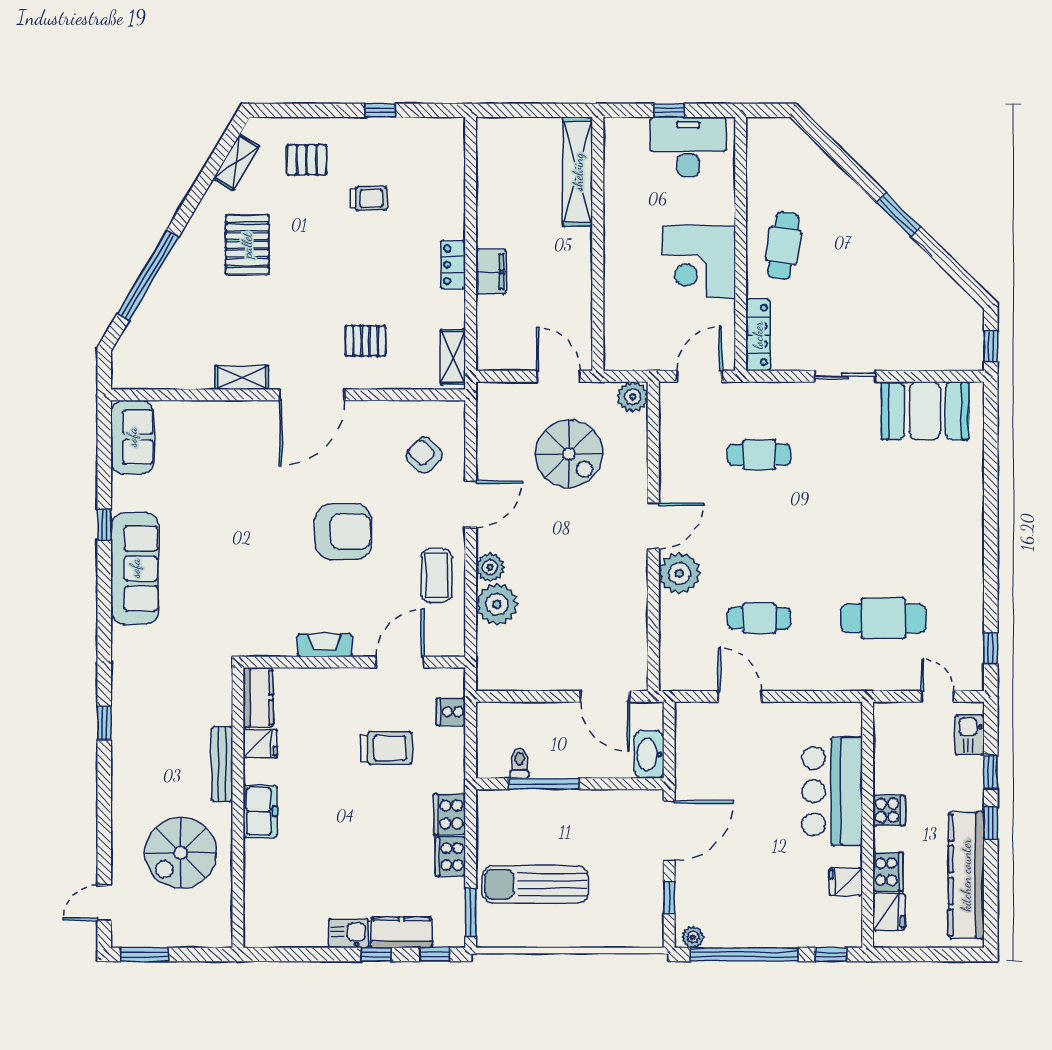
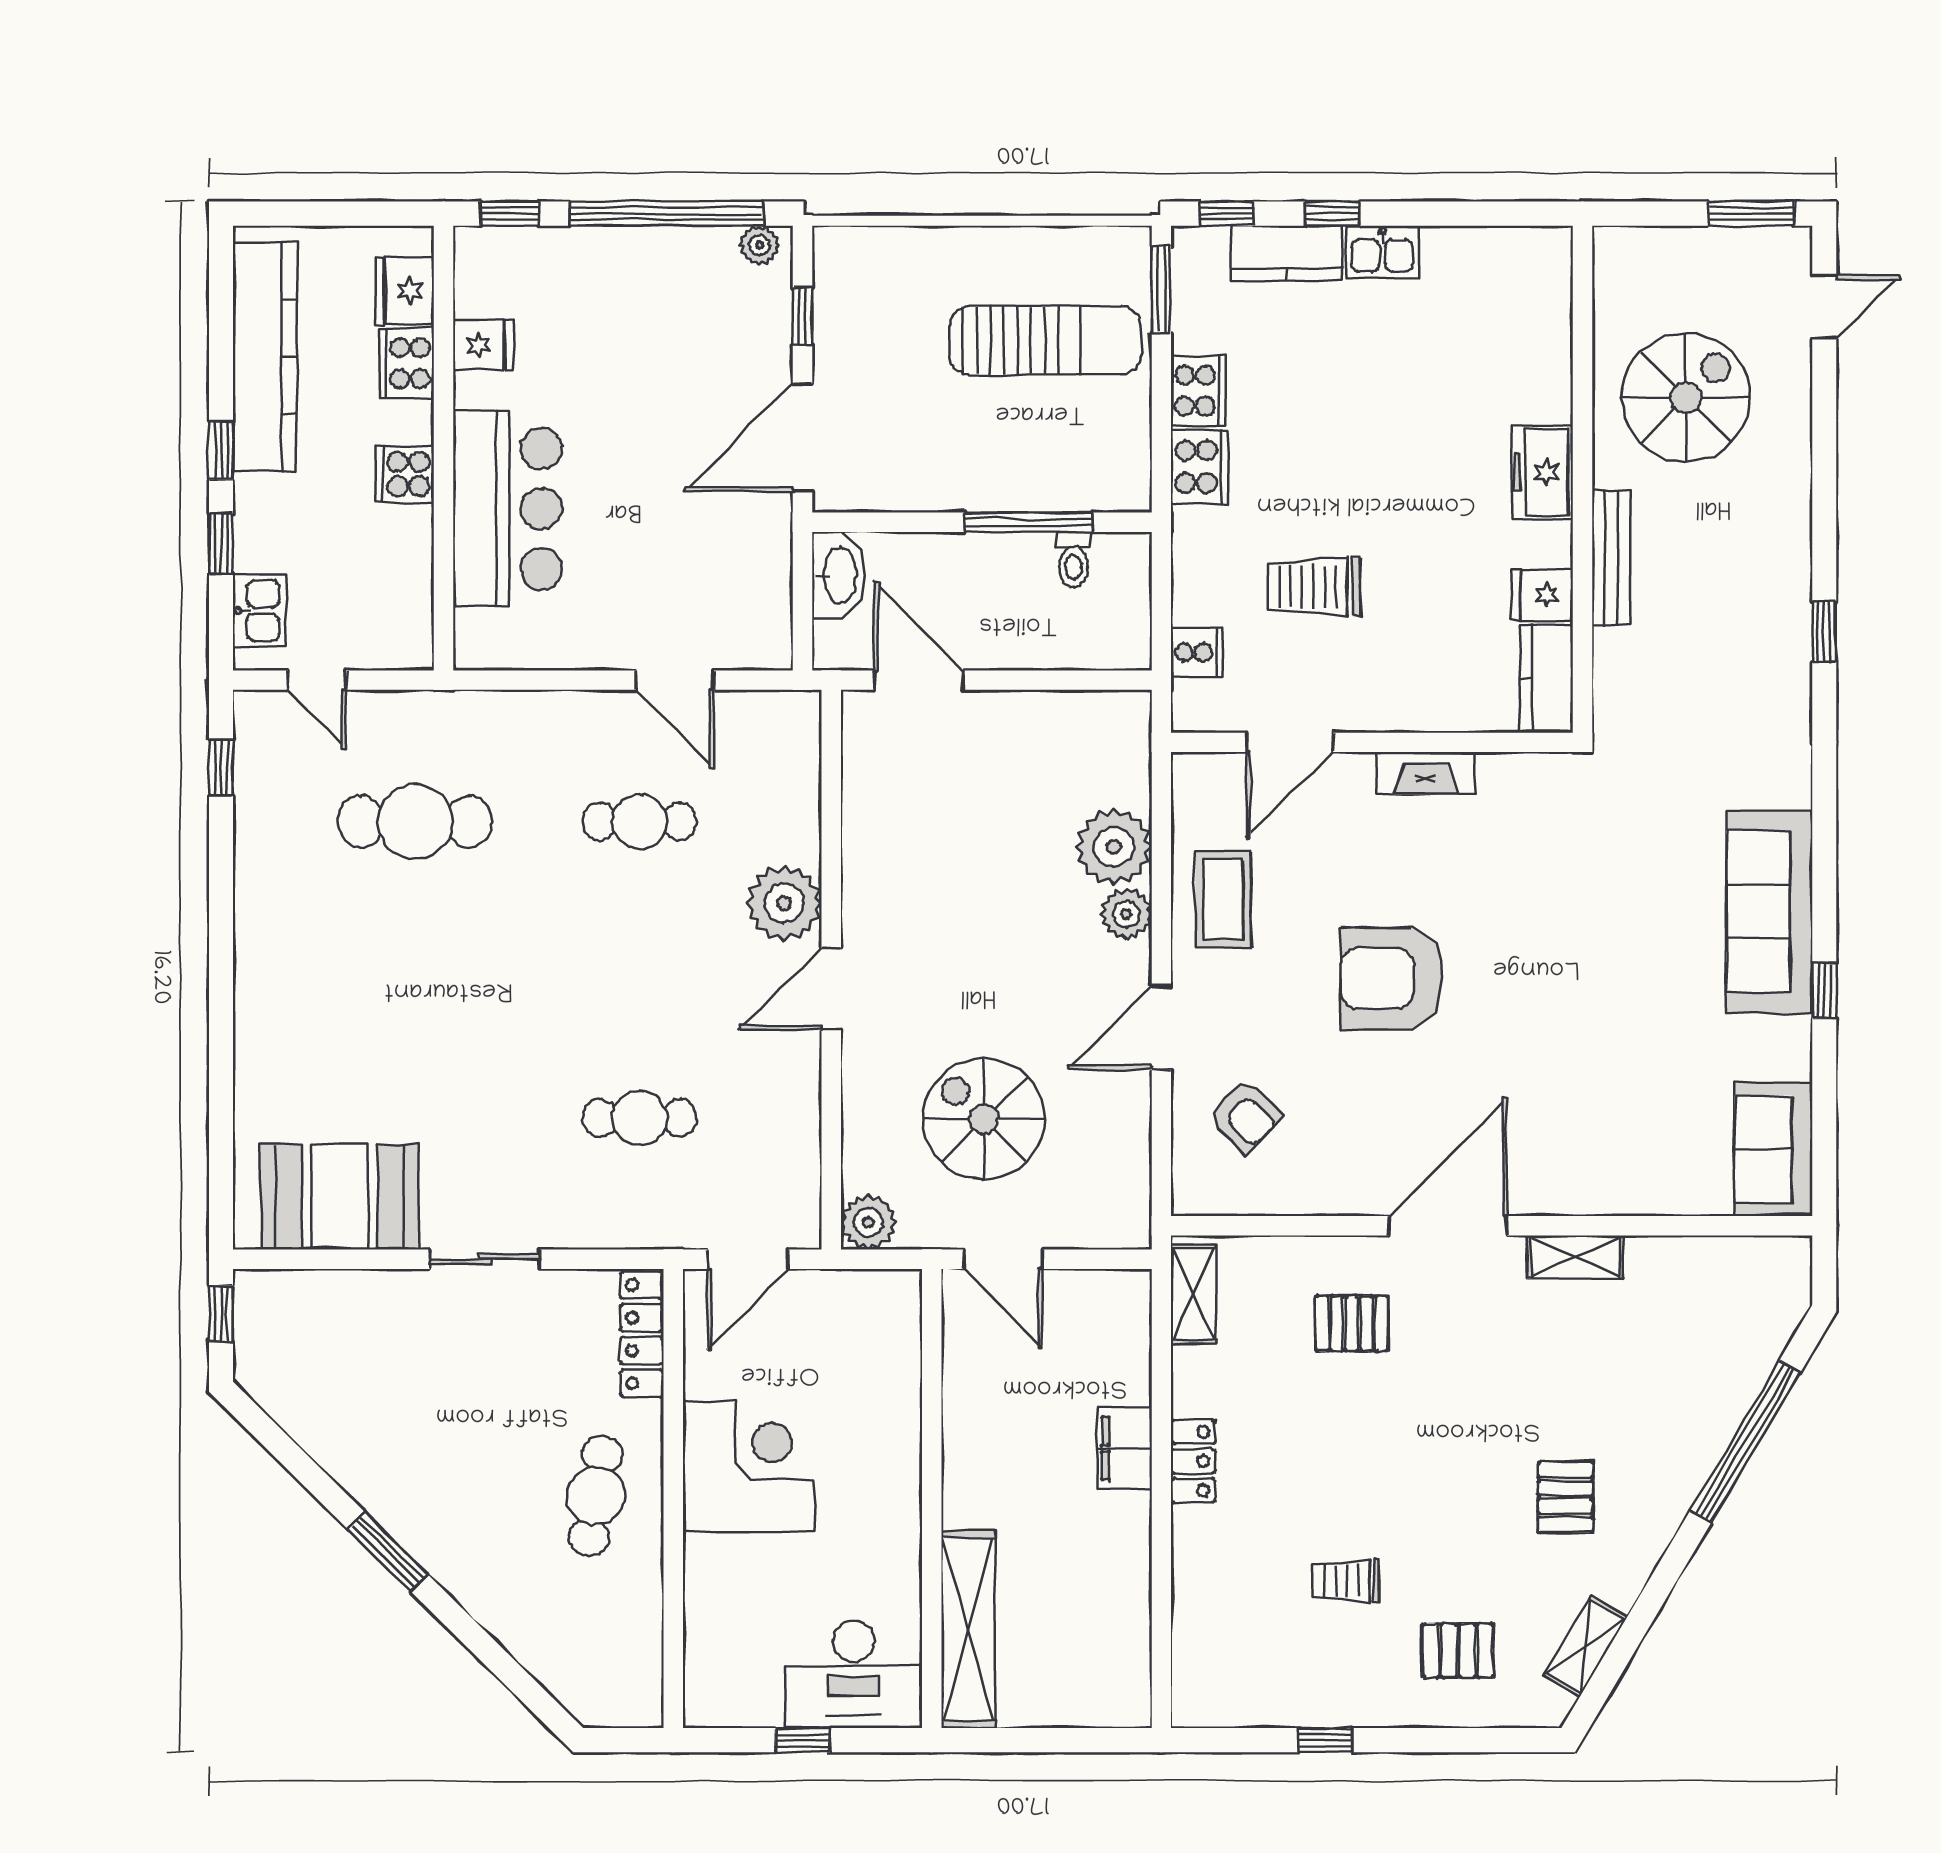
desk: (688, 147) -> (854, 1674), moved
pallet: (247, 245) -> (1565, 1497), width x0.67, depth x0.71

